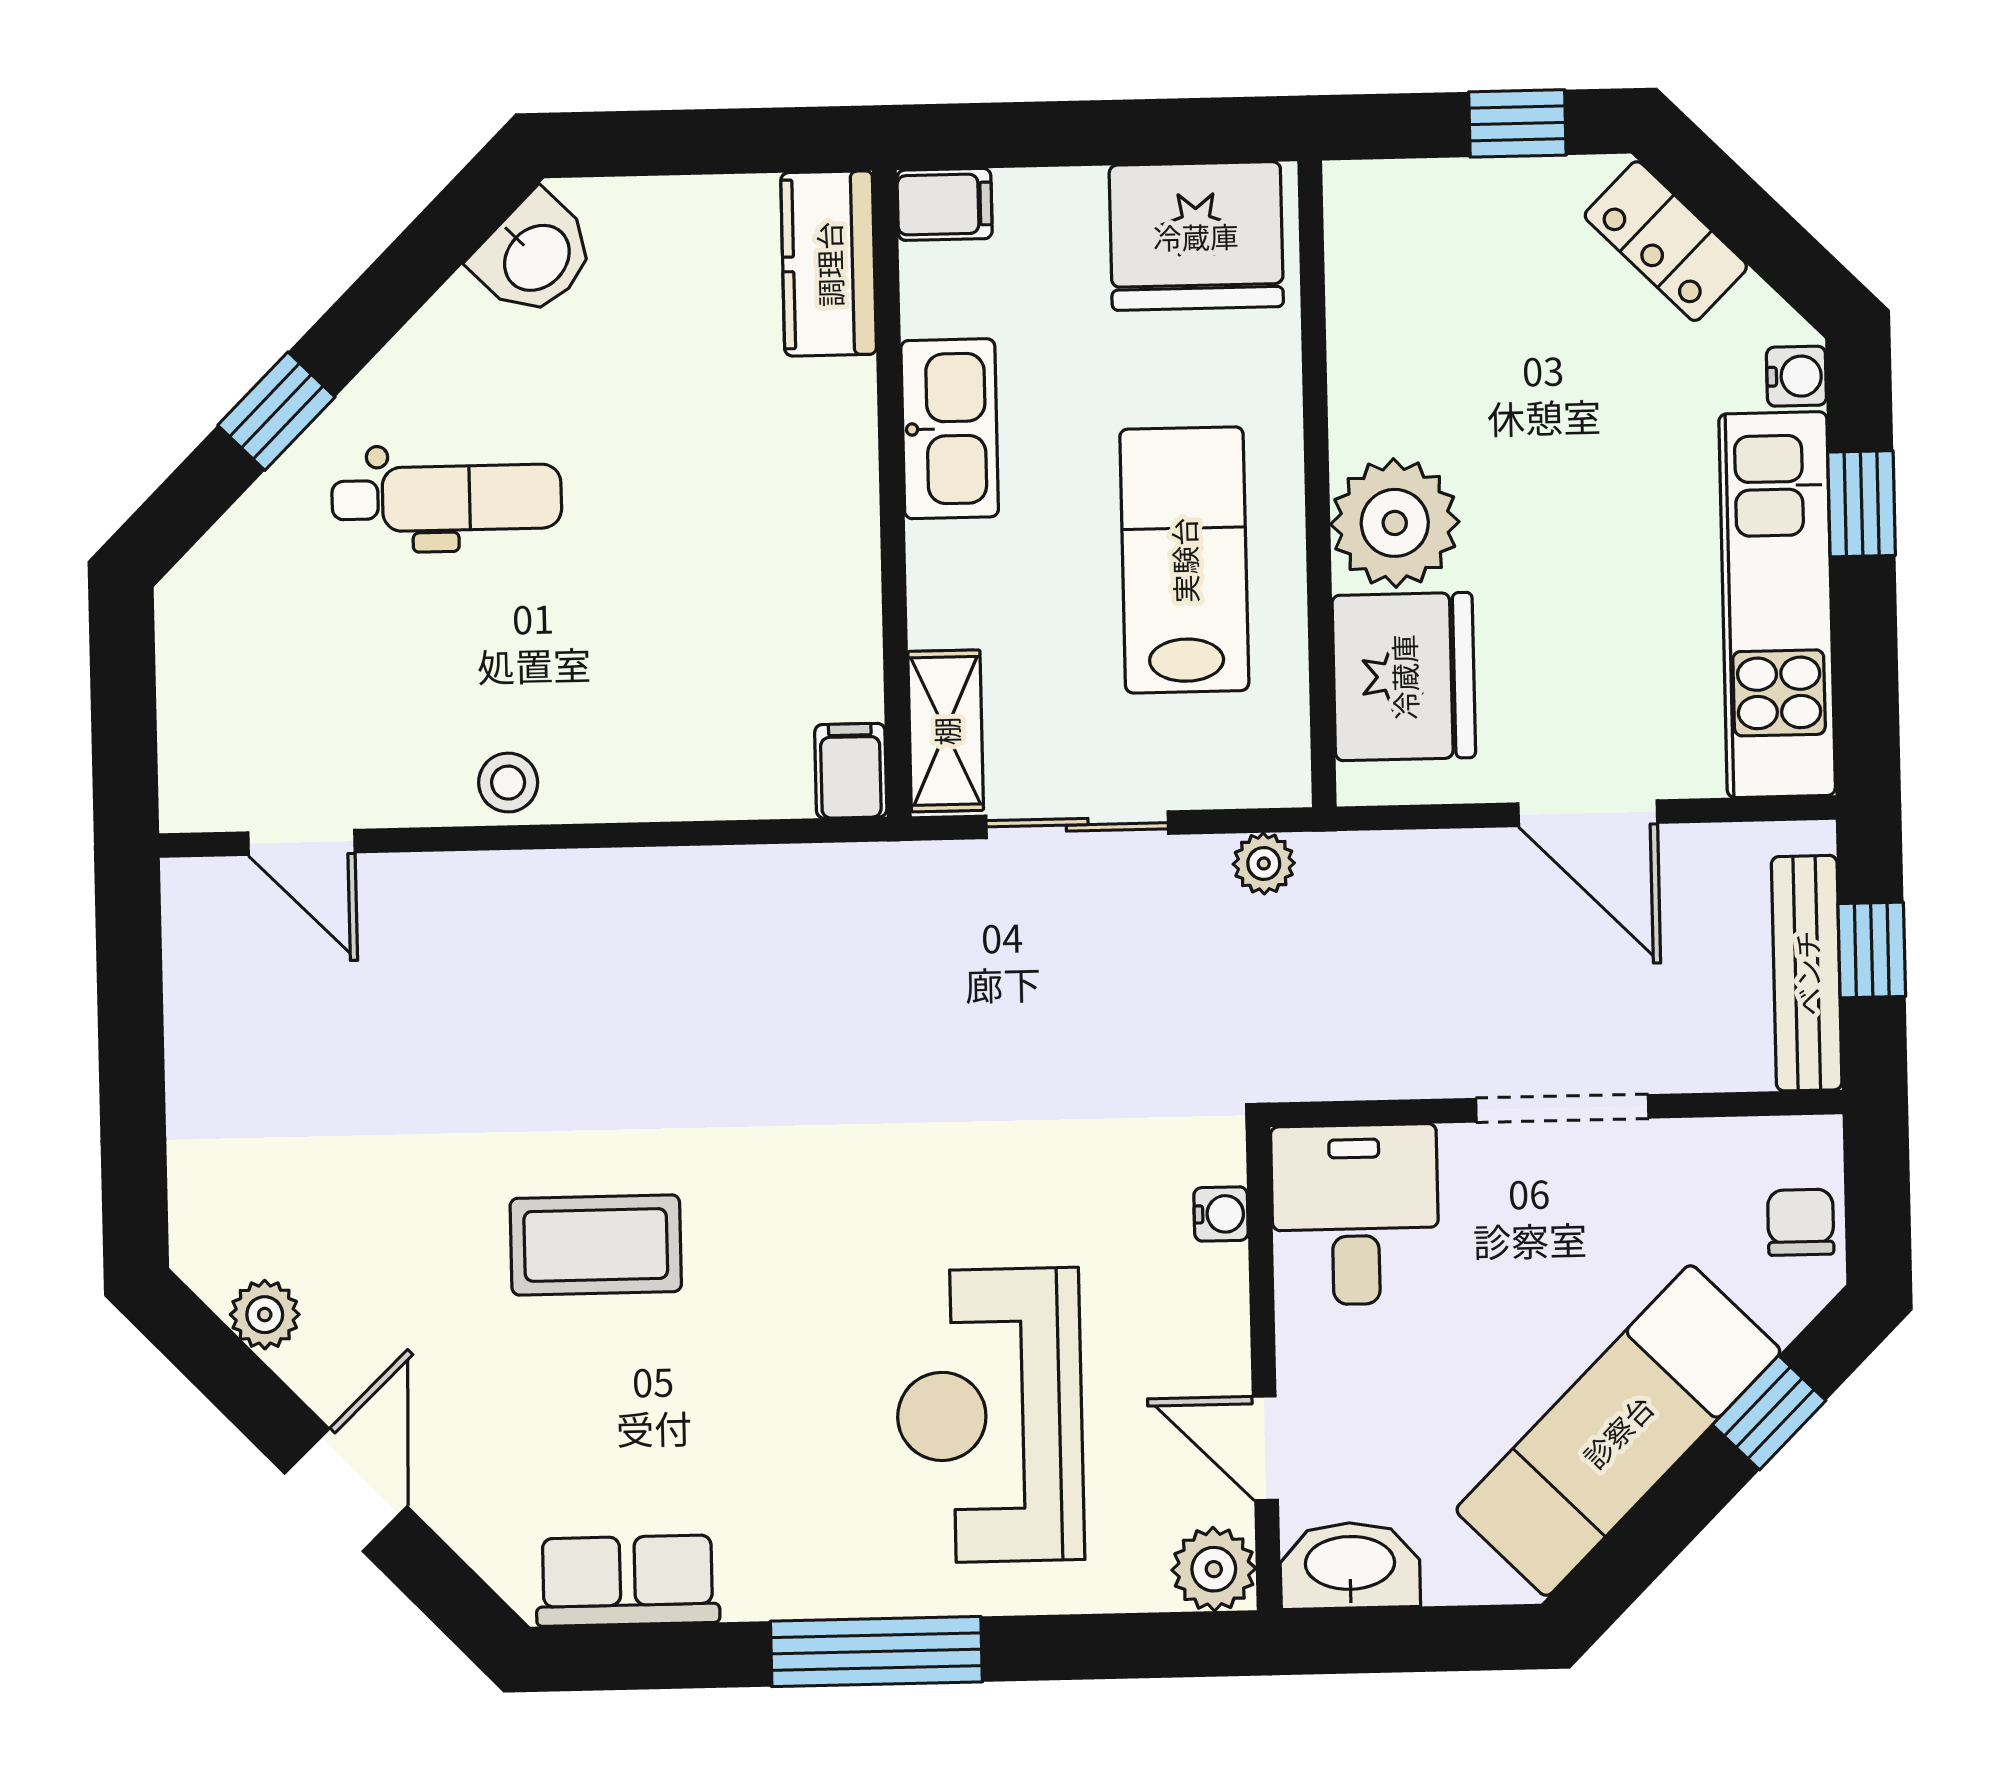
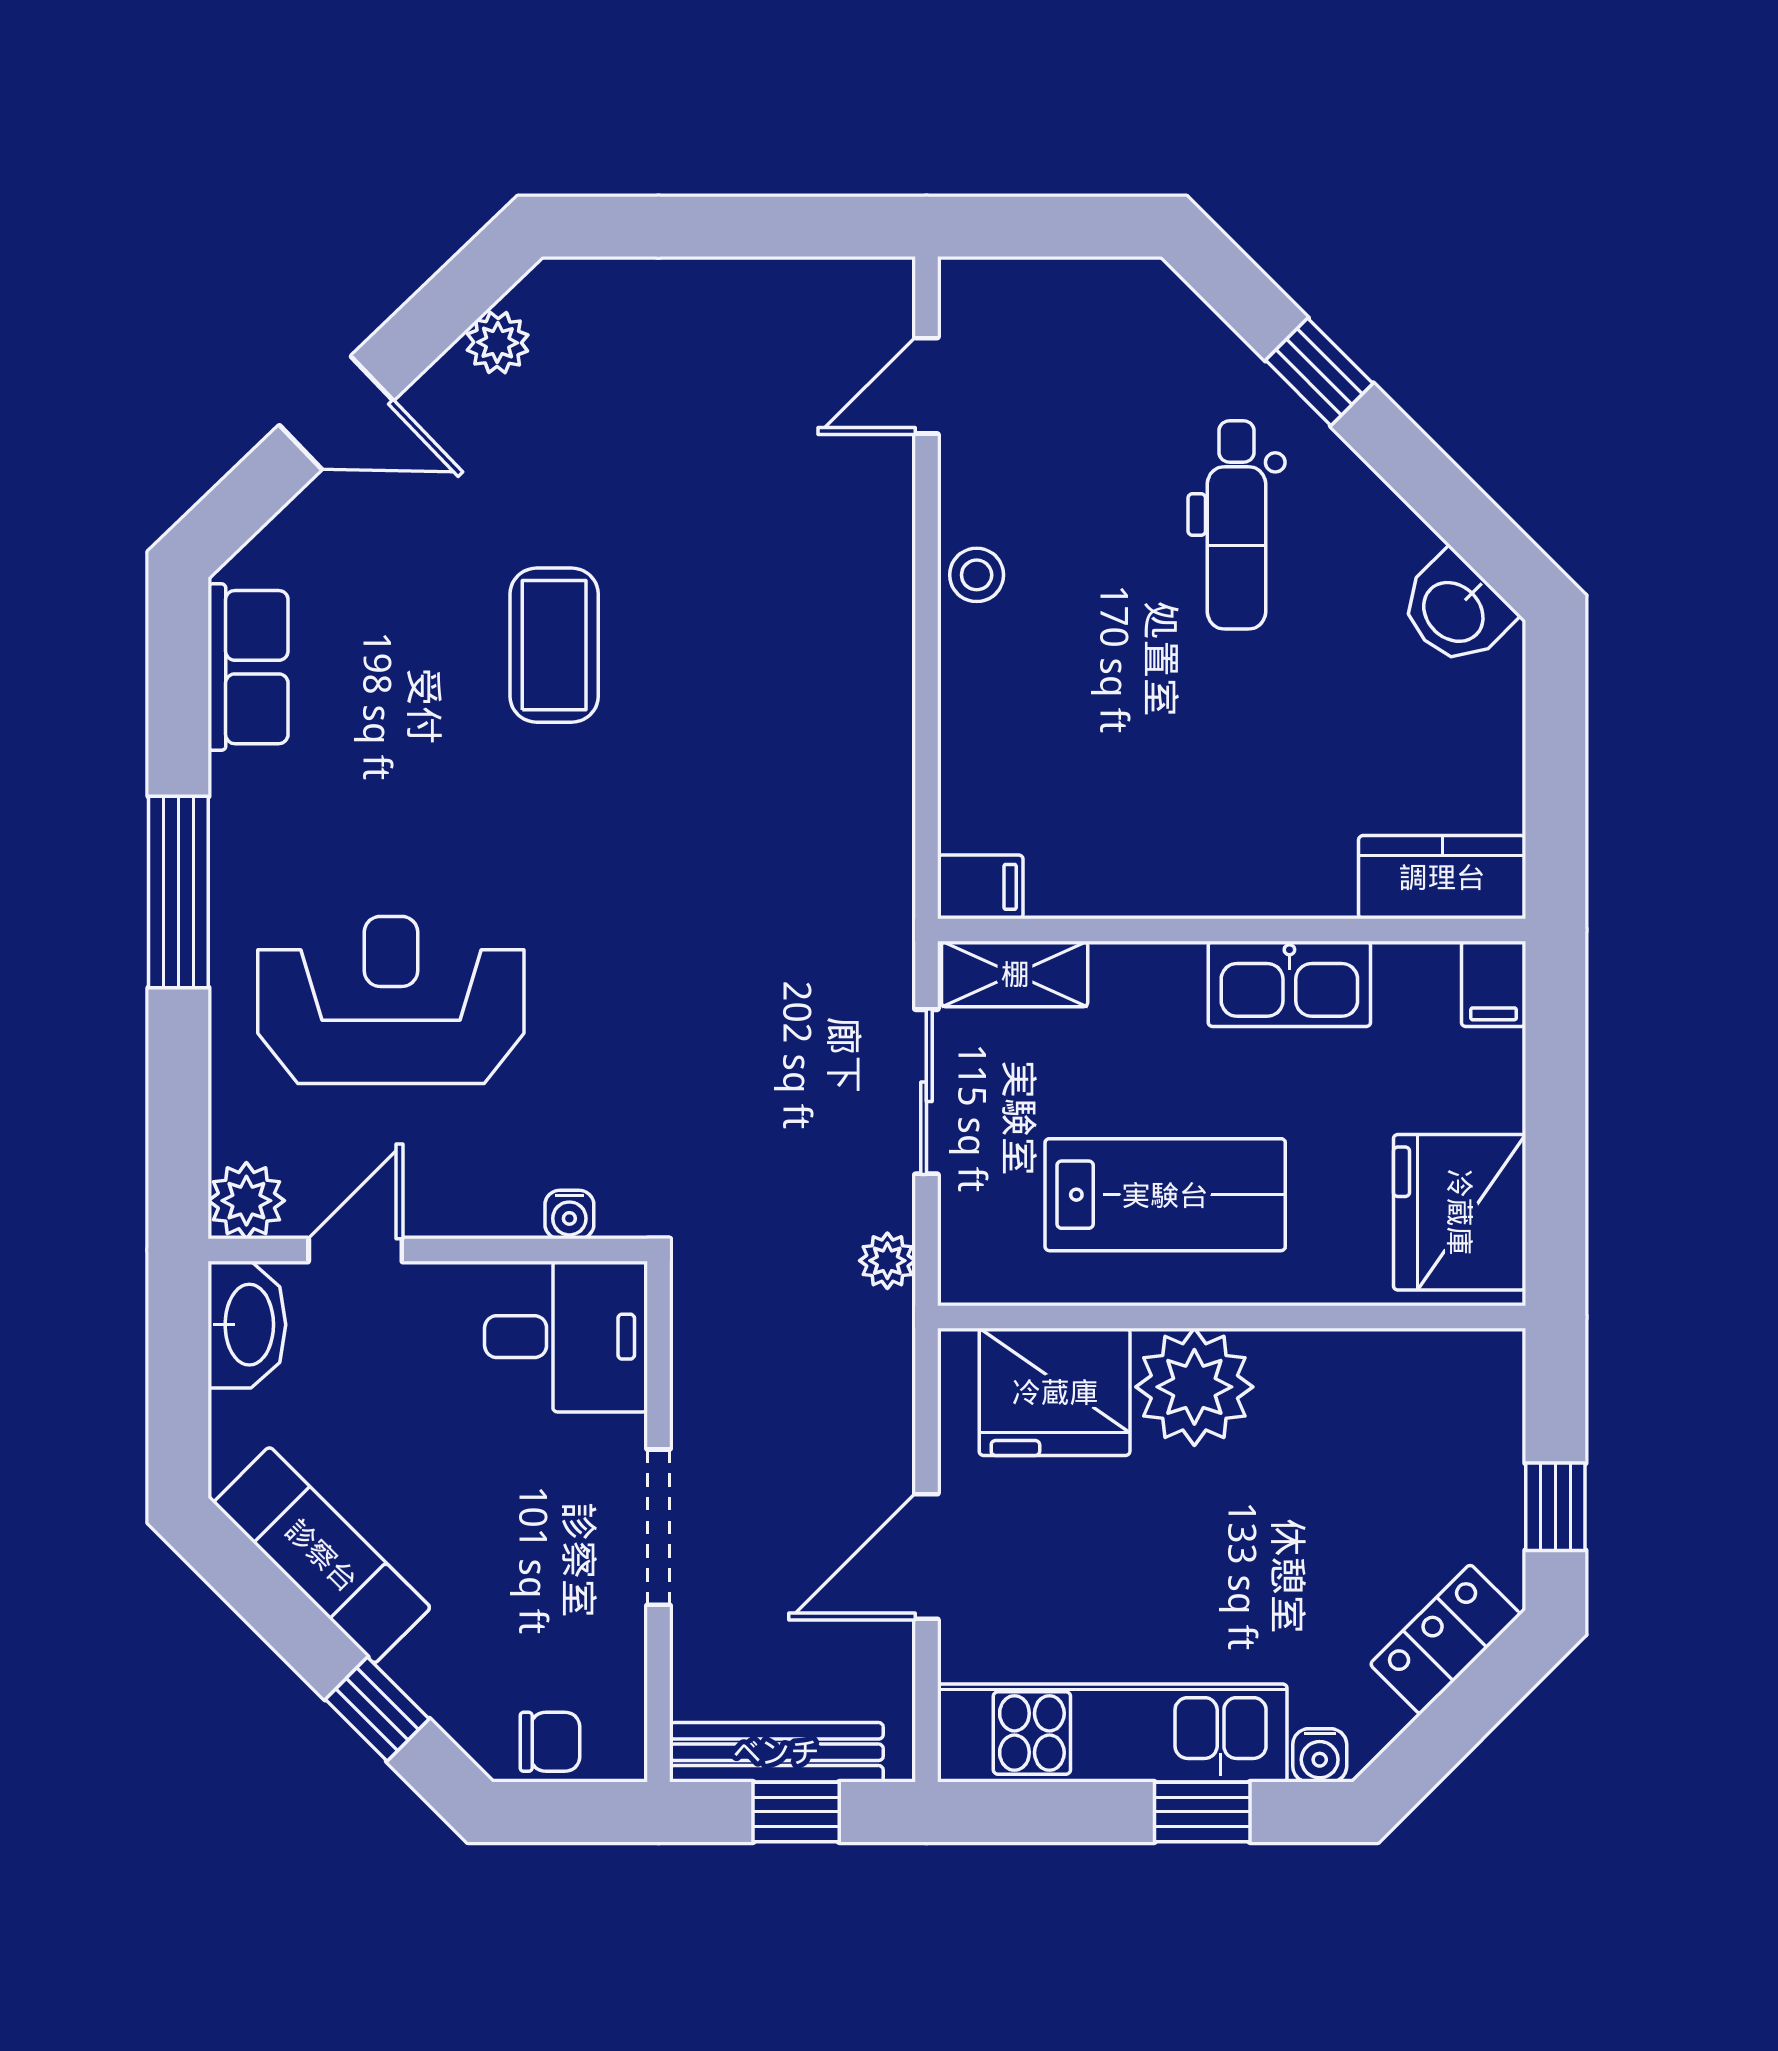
exam couch: (1618, 1431) -> (322, 1555), width x0.73, depth x0.69

